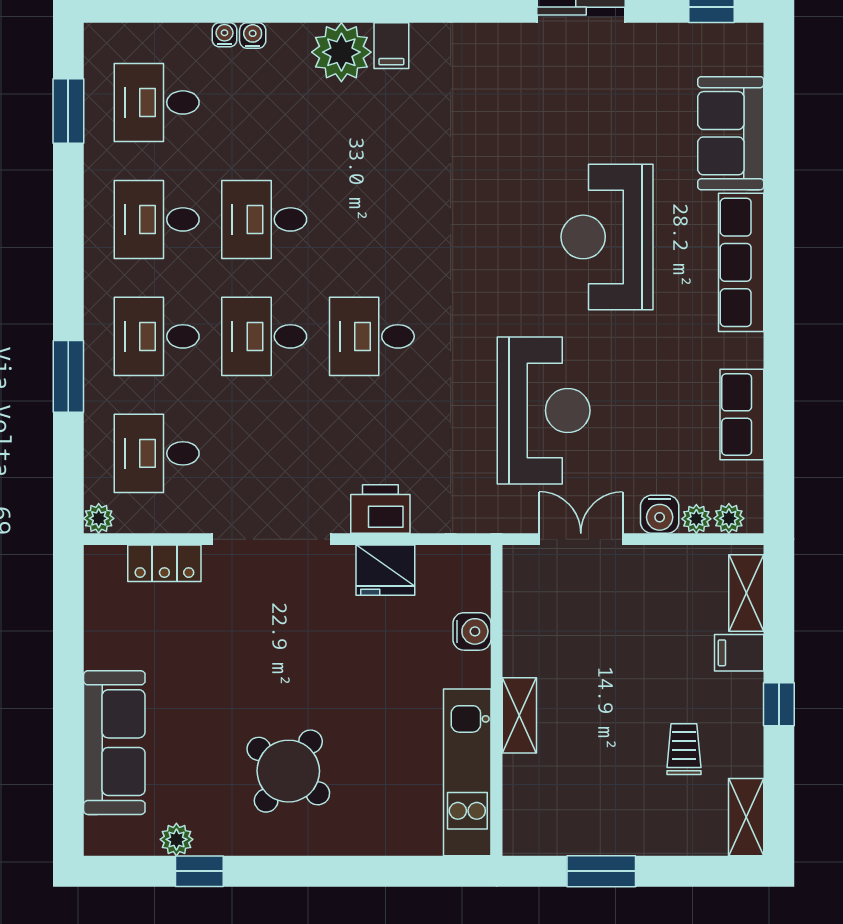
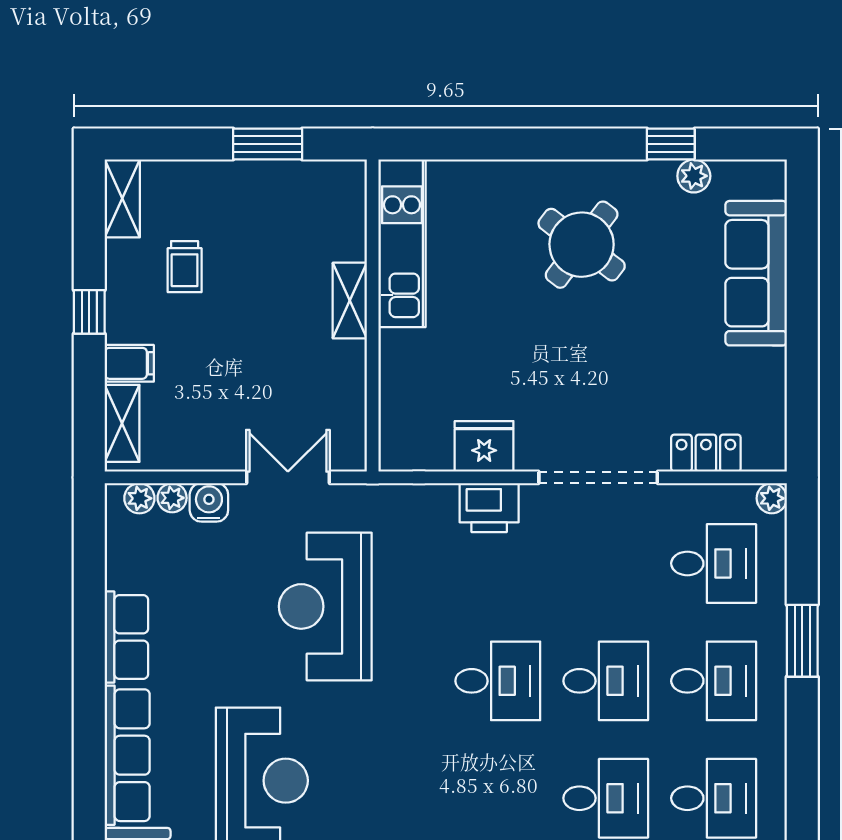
row of seats: (742, 415) -> (126, 637), moved
double door: (581, 539) -> (288, 477), swing flipped
water cooler: (472, 631) -> (397, 385), removed

